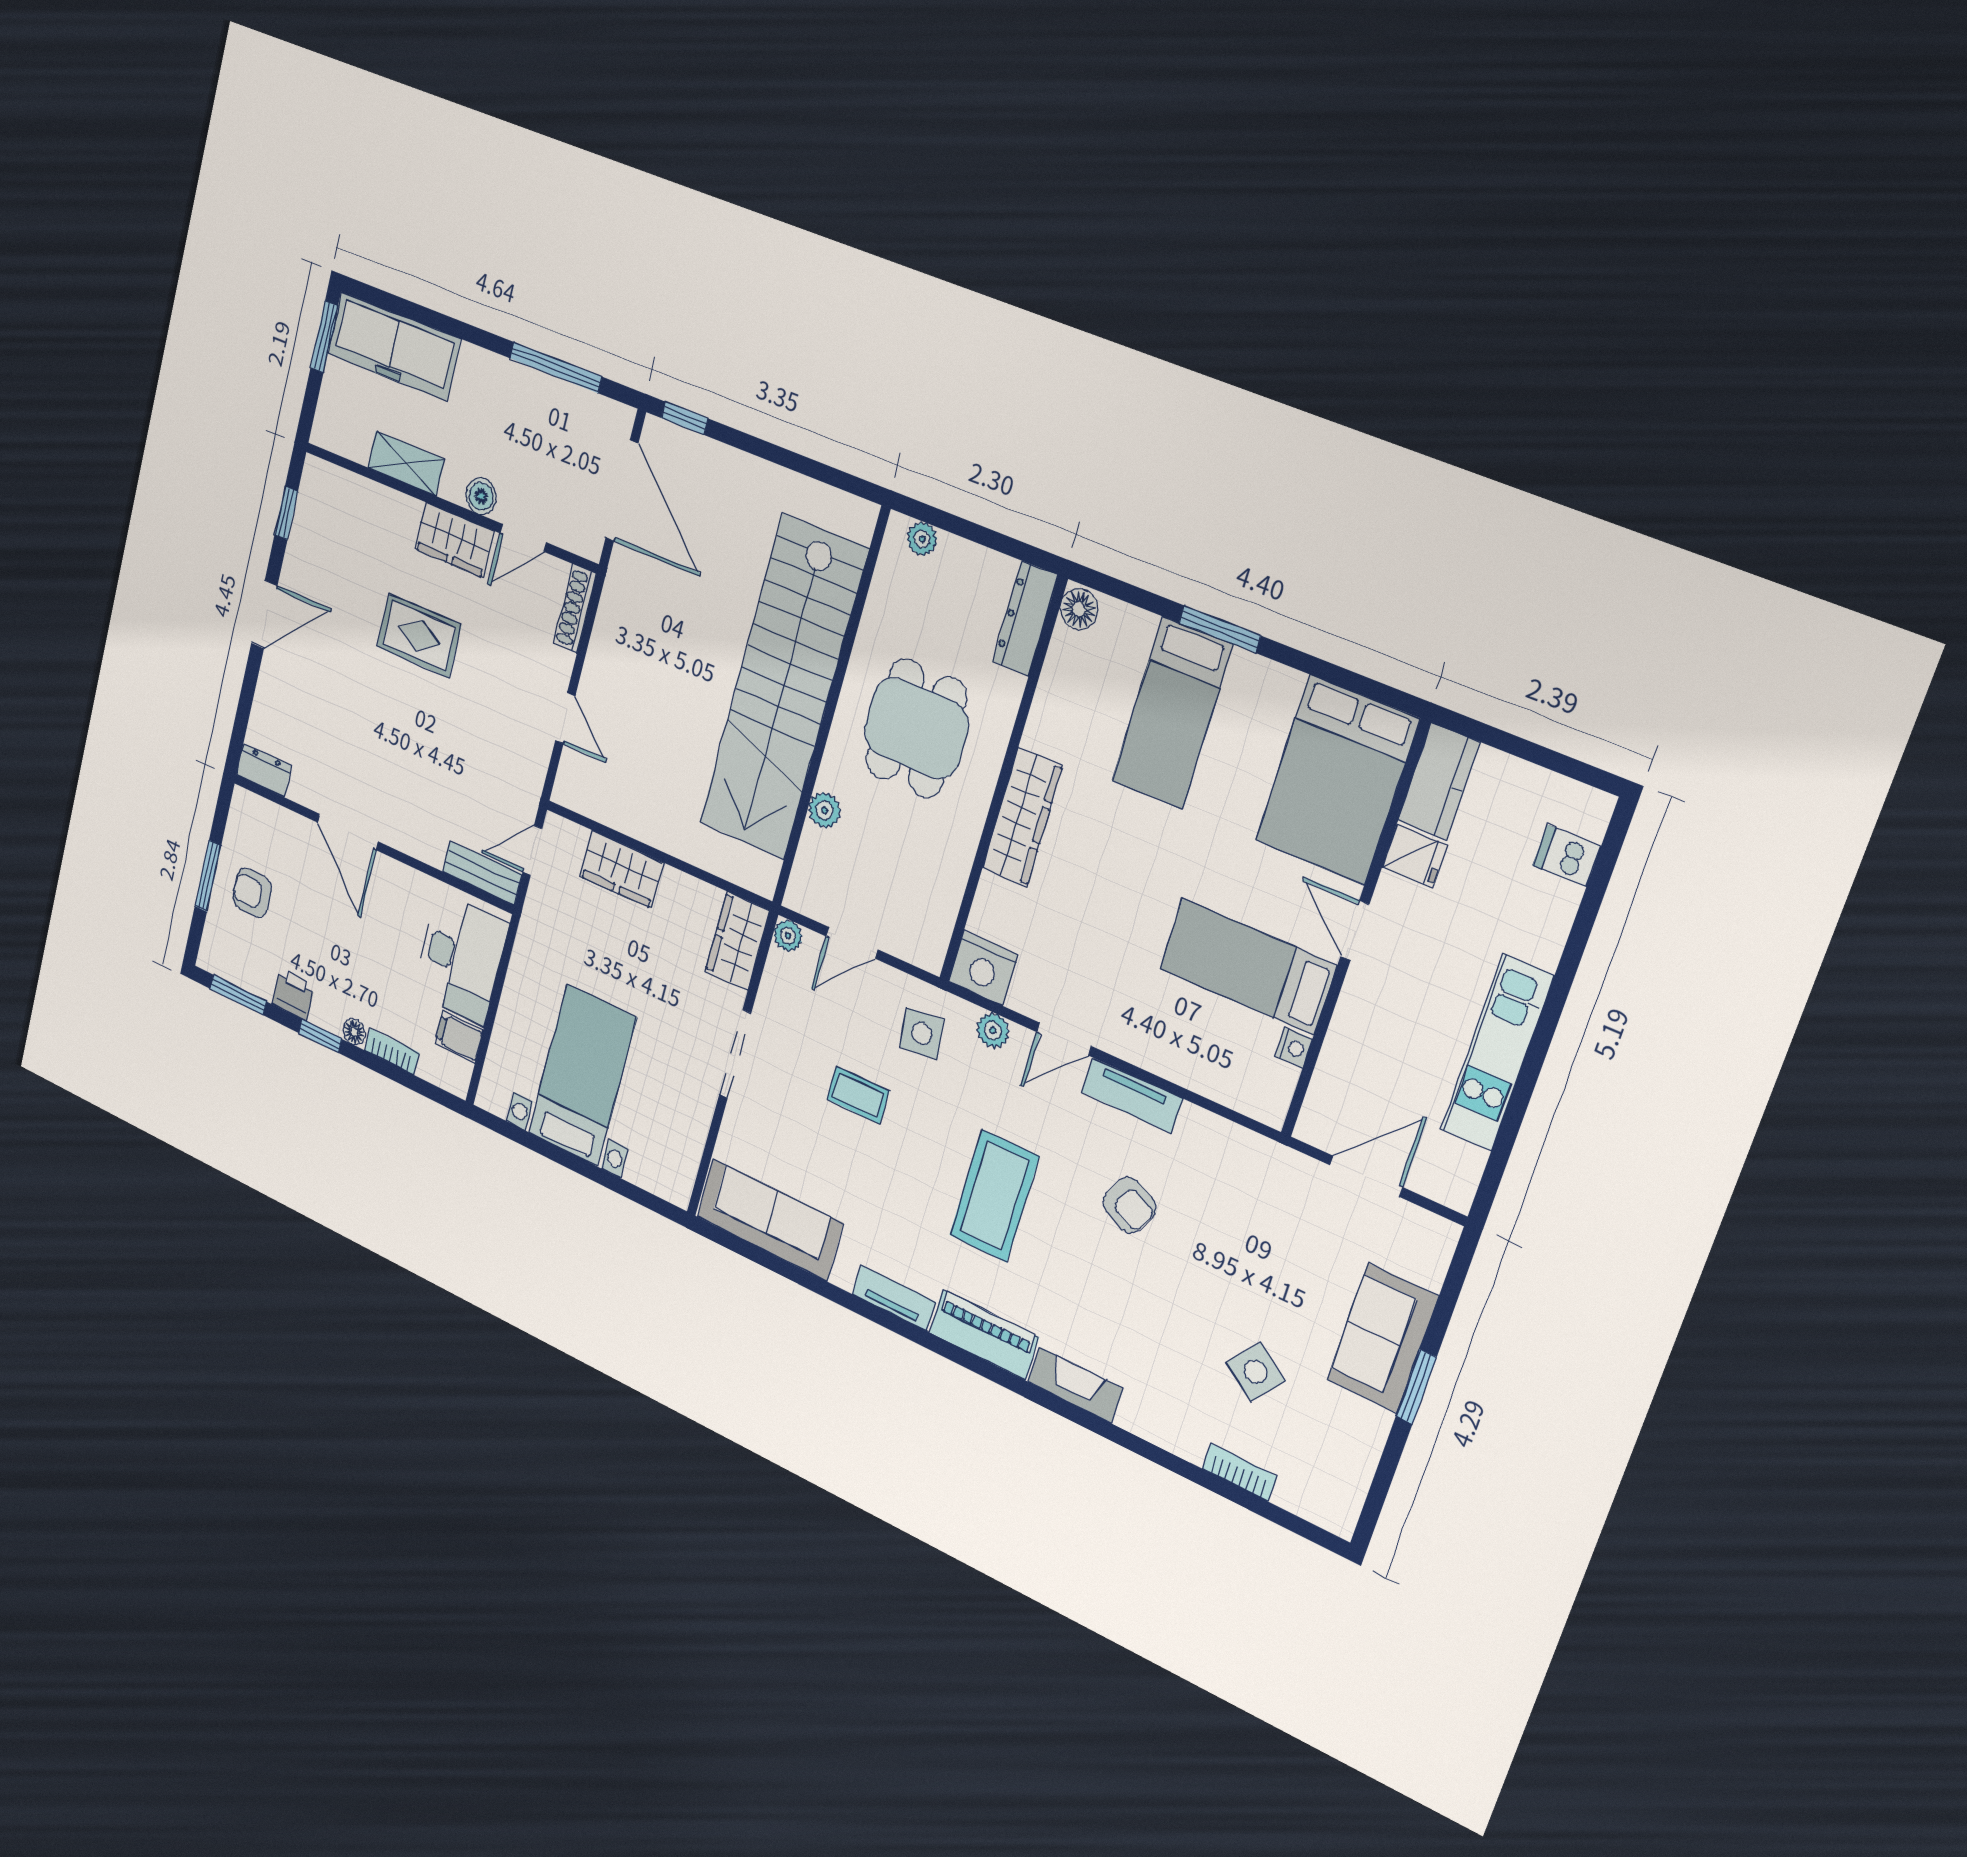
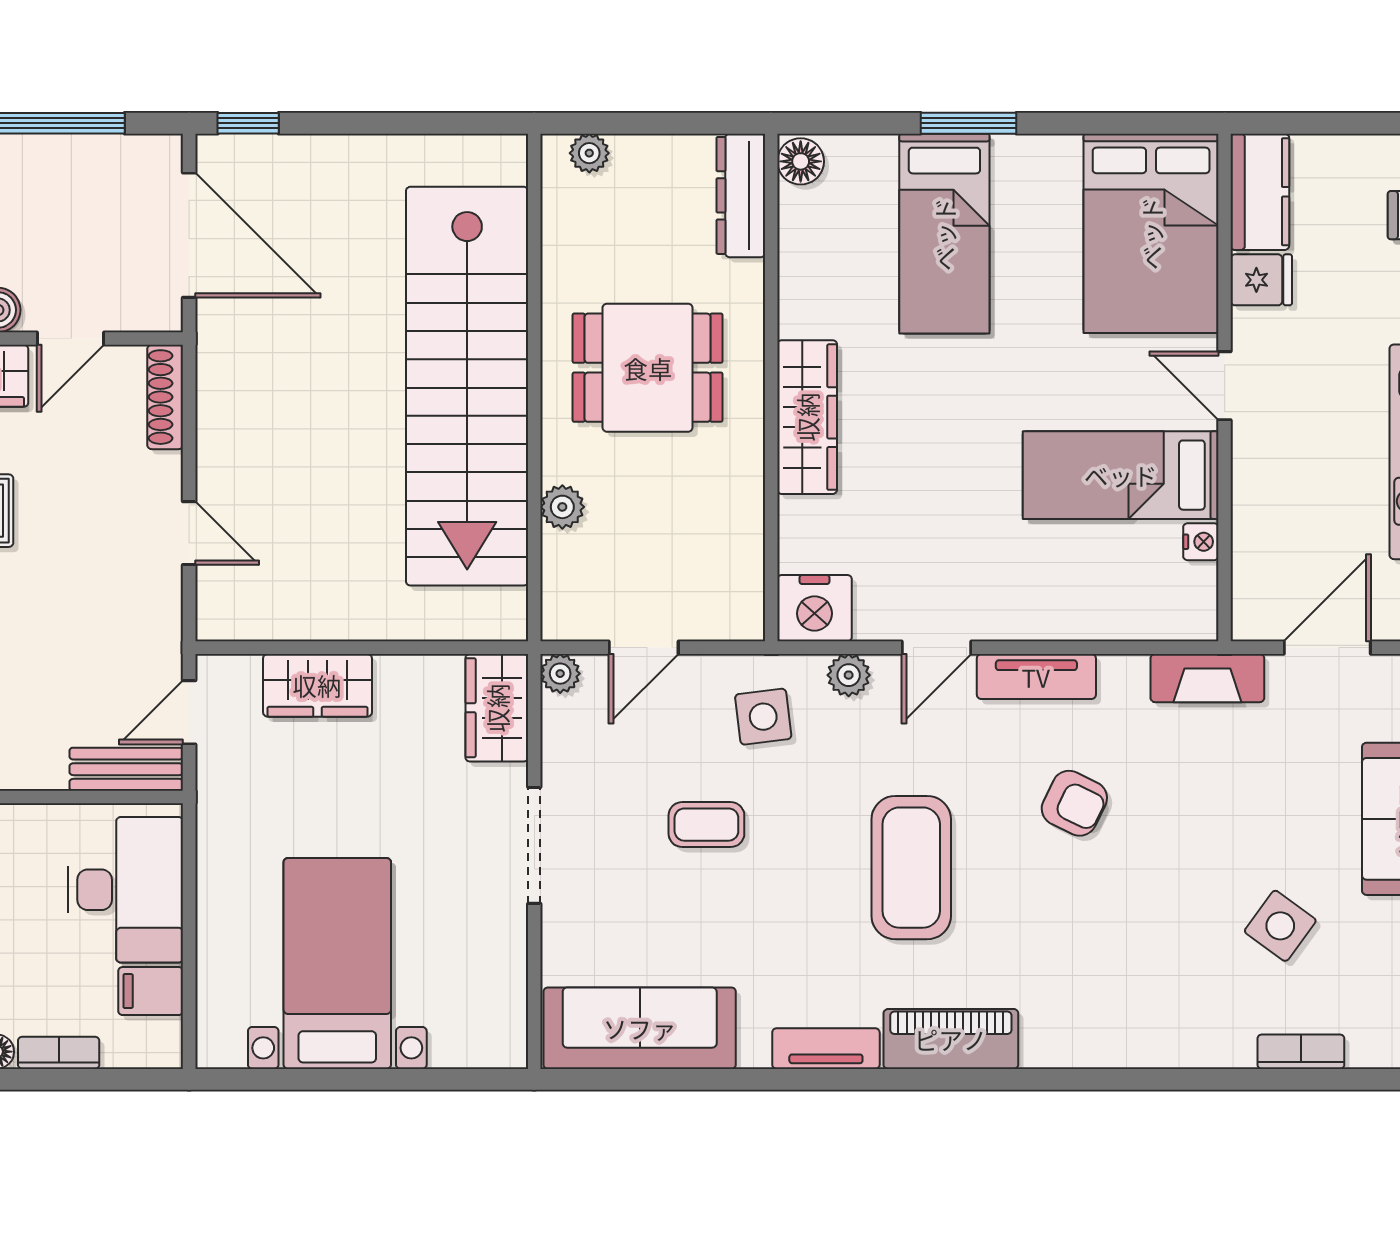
dining table: (916, 728) -> (648, 368), turned 90
fireplace: (1075, 1385) -> (1207, 678), moved, turned 180

